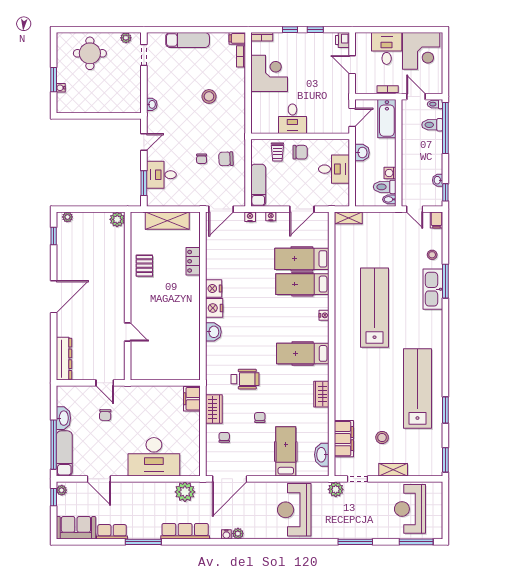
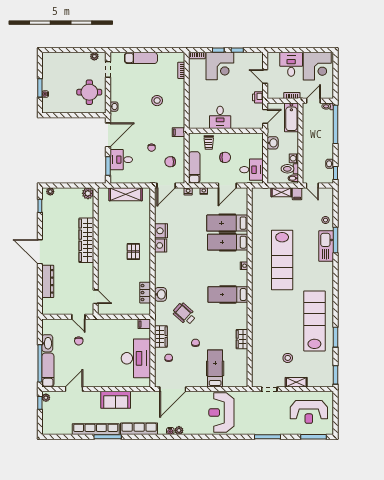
filing cabinet: (237, 38) -> (178, 132), moved
printer: (342, 40) -> (258, 97), moved
round table: (90, 53) -> (89, 92), moved
corner desk: (269, 73) -> (220, 66), moved, turned 90
door: (416, 97) -> (313, 101), hinge flipped
toilet: (432, 125) -> (326, 122), removed
door: (144, 142) -> (108, 135), width x1.87
chair: (300, 152) -> (225, 157), moved
chair: (226, 159) -> (170, 162), moved
desk: (334, 169) -> (251, 170), moved
shelving: (349, 218) -> (281, 192), moved
filing cabinet: (436, 220) -> (297, 194), moved
locker: (193, 261) -> (145, 293), moved
pallet: (144, 266) -> (133, 252), moved
wardrobe: (115, 282) -> (86, 240), added
door: (54, 297) -> (40, 252), swing flipped
nightstand: (214, 308) -> (161, 231), moved
lab bench: (375, 308) -> (282, 260), turned 180
door: (128, 332) -> (96, 297), moved
washbasin: (213, 332) -> (160, 294), moved
dresser: (64, 359) -> (48, 281), moved
wheelchair: (245, 379) -> (184, 314), turned -138
wardrobe: (321, 394) -> (242, 339), moved
filing cabinet: (192, 399) -> (144, 324), width x0.50
filing cabinet: (344, 439) -> (259, 359), removed
washbasin: (322, 455) -> (242, 371), removed
desk: (154, 457) -> (136, 358), moved, turned -90
door: (99, 479) -> (74, 389), swing flipped
plant: (336, 489) -> (253, 397), removed
plant: (185, 492) -> (139, 399), removed
reception desk: (410, 509) -> (309, 412), turned -90
sofa: (76, 528) -> (116, 400), moved, turned 180
row of seats: (112, 532) -> (96, 429), width x2.02

